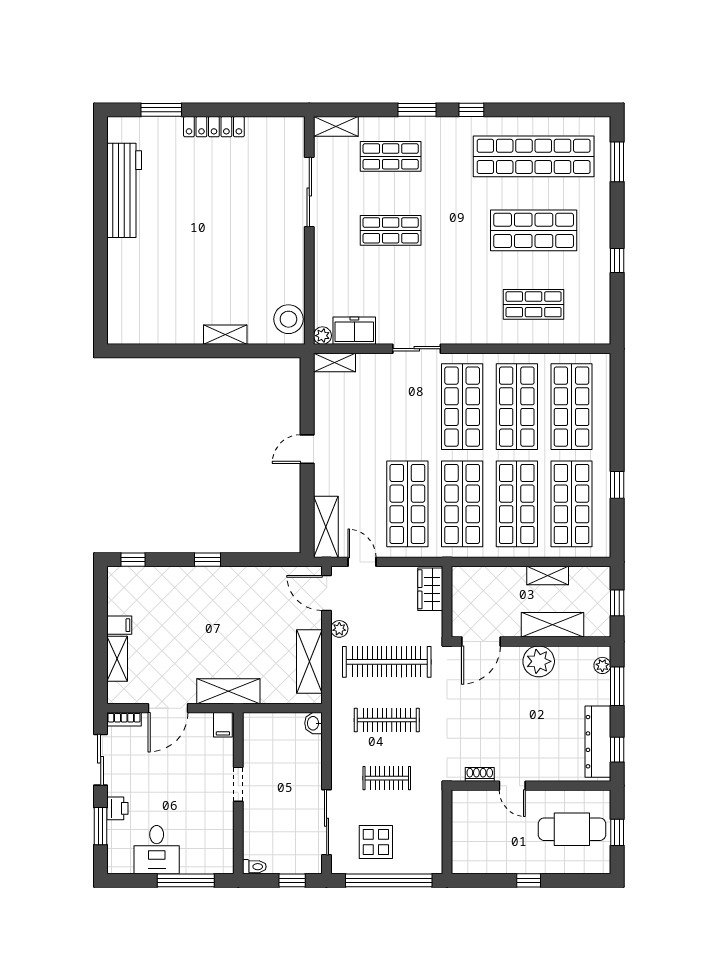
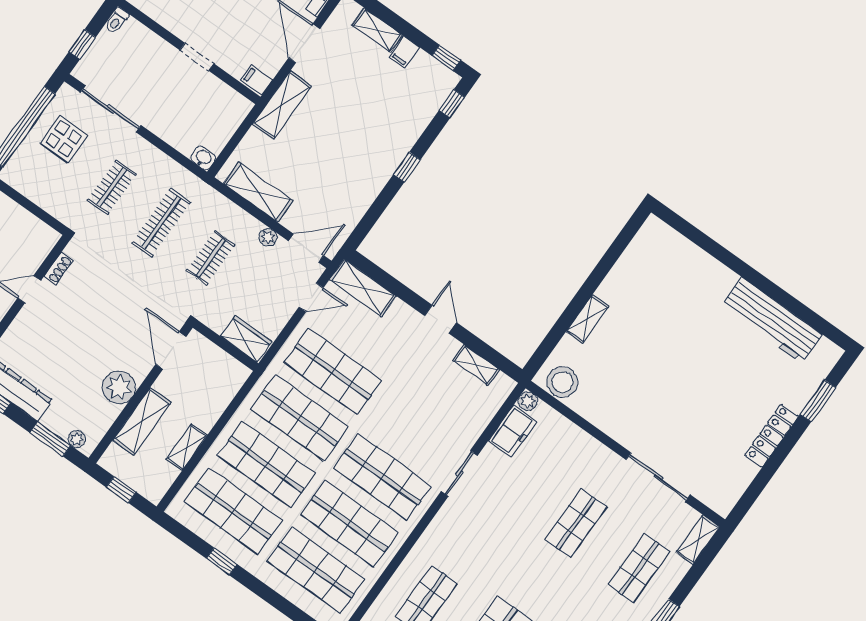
shelving: (334, 362) -> (476, 365), moved, turned 90
window: (101, 590) -> (446, 58), added
clothes rail: (387, 662) -> (211, 258), width x0.54, depth x0.76

